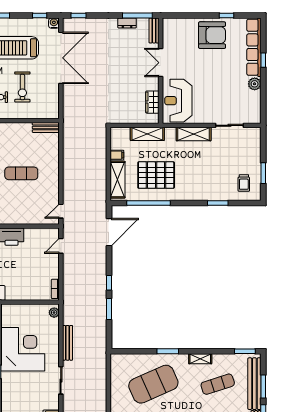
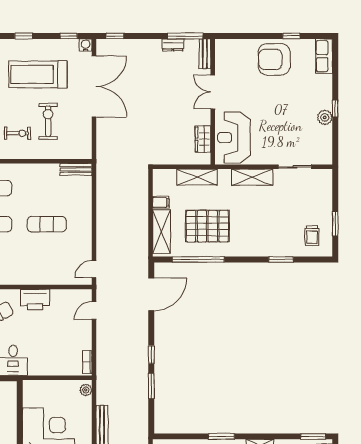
armchair: (212, 35) -> (274, 59), turned 180
row of seats: (254, 47) -> (324, 56), width x0.50
window: (263, 60) -> (335, 109), moved
exercise bike: (22, 87) -> (48, 121), turned 180

